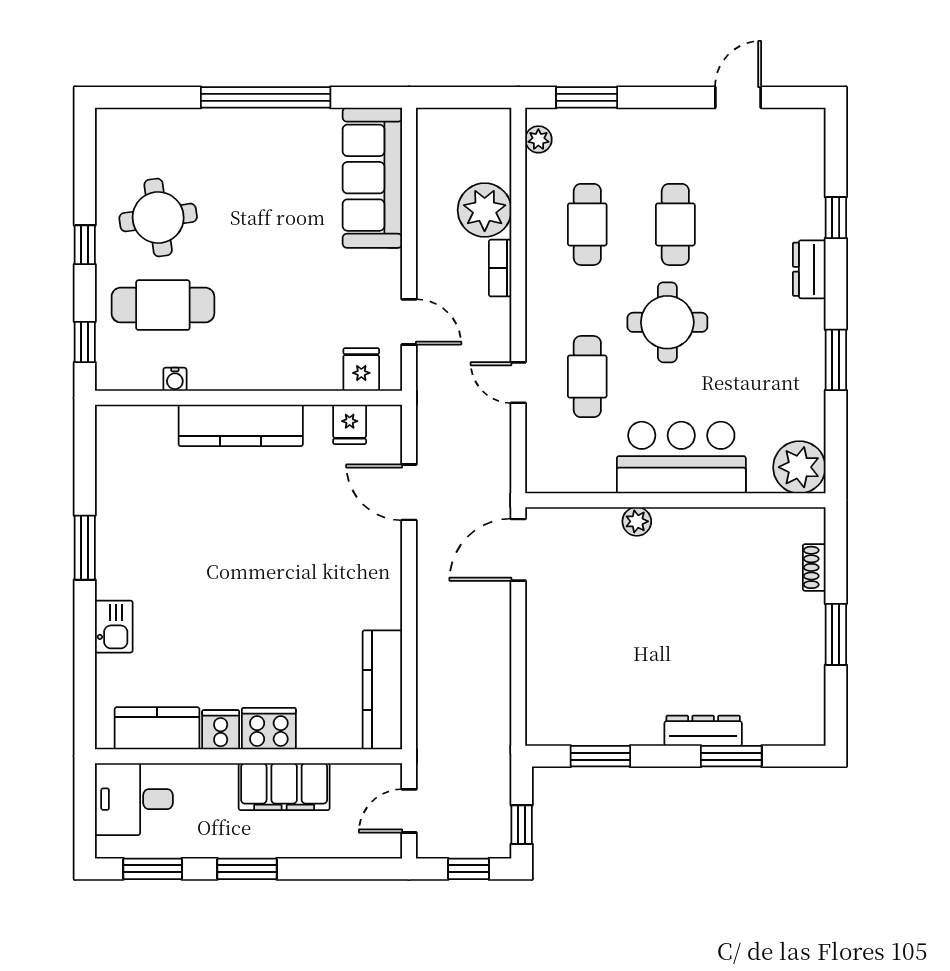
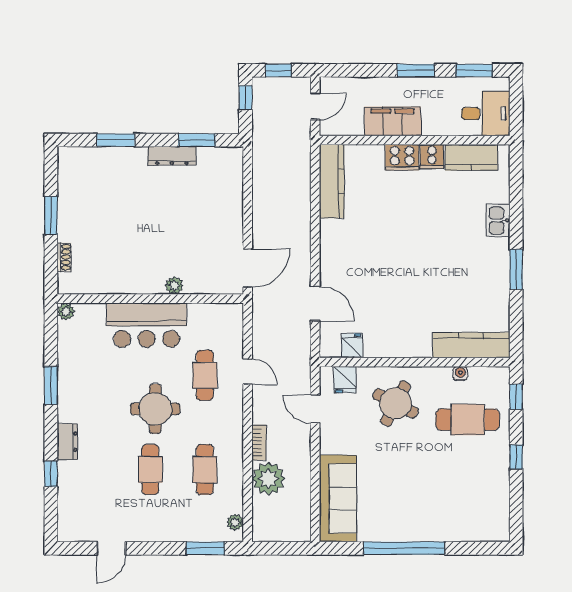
round table: (158, 218) -> (396, 403), moved, turned 35
kitchen counter: (241, 425) -> (471, 345), moved
plant: (799, 467) -> (66, 312), width x0.53, depth x0.53
dresser: (703, 731) -> (172, 156), moved

